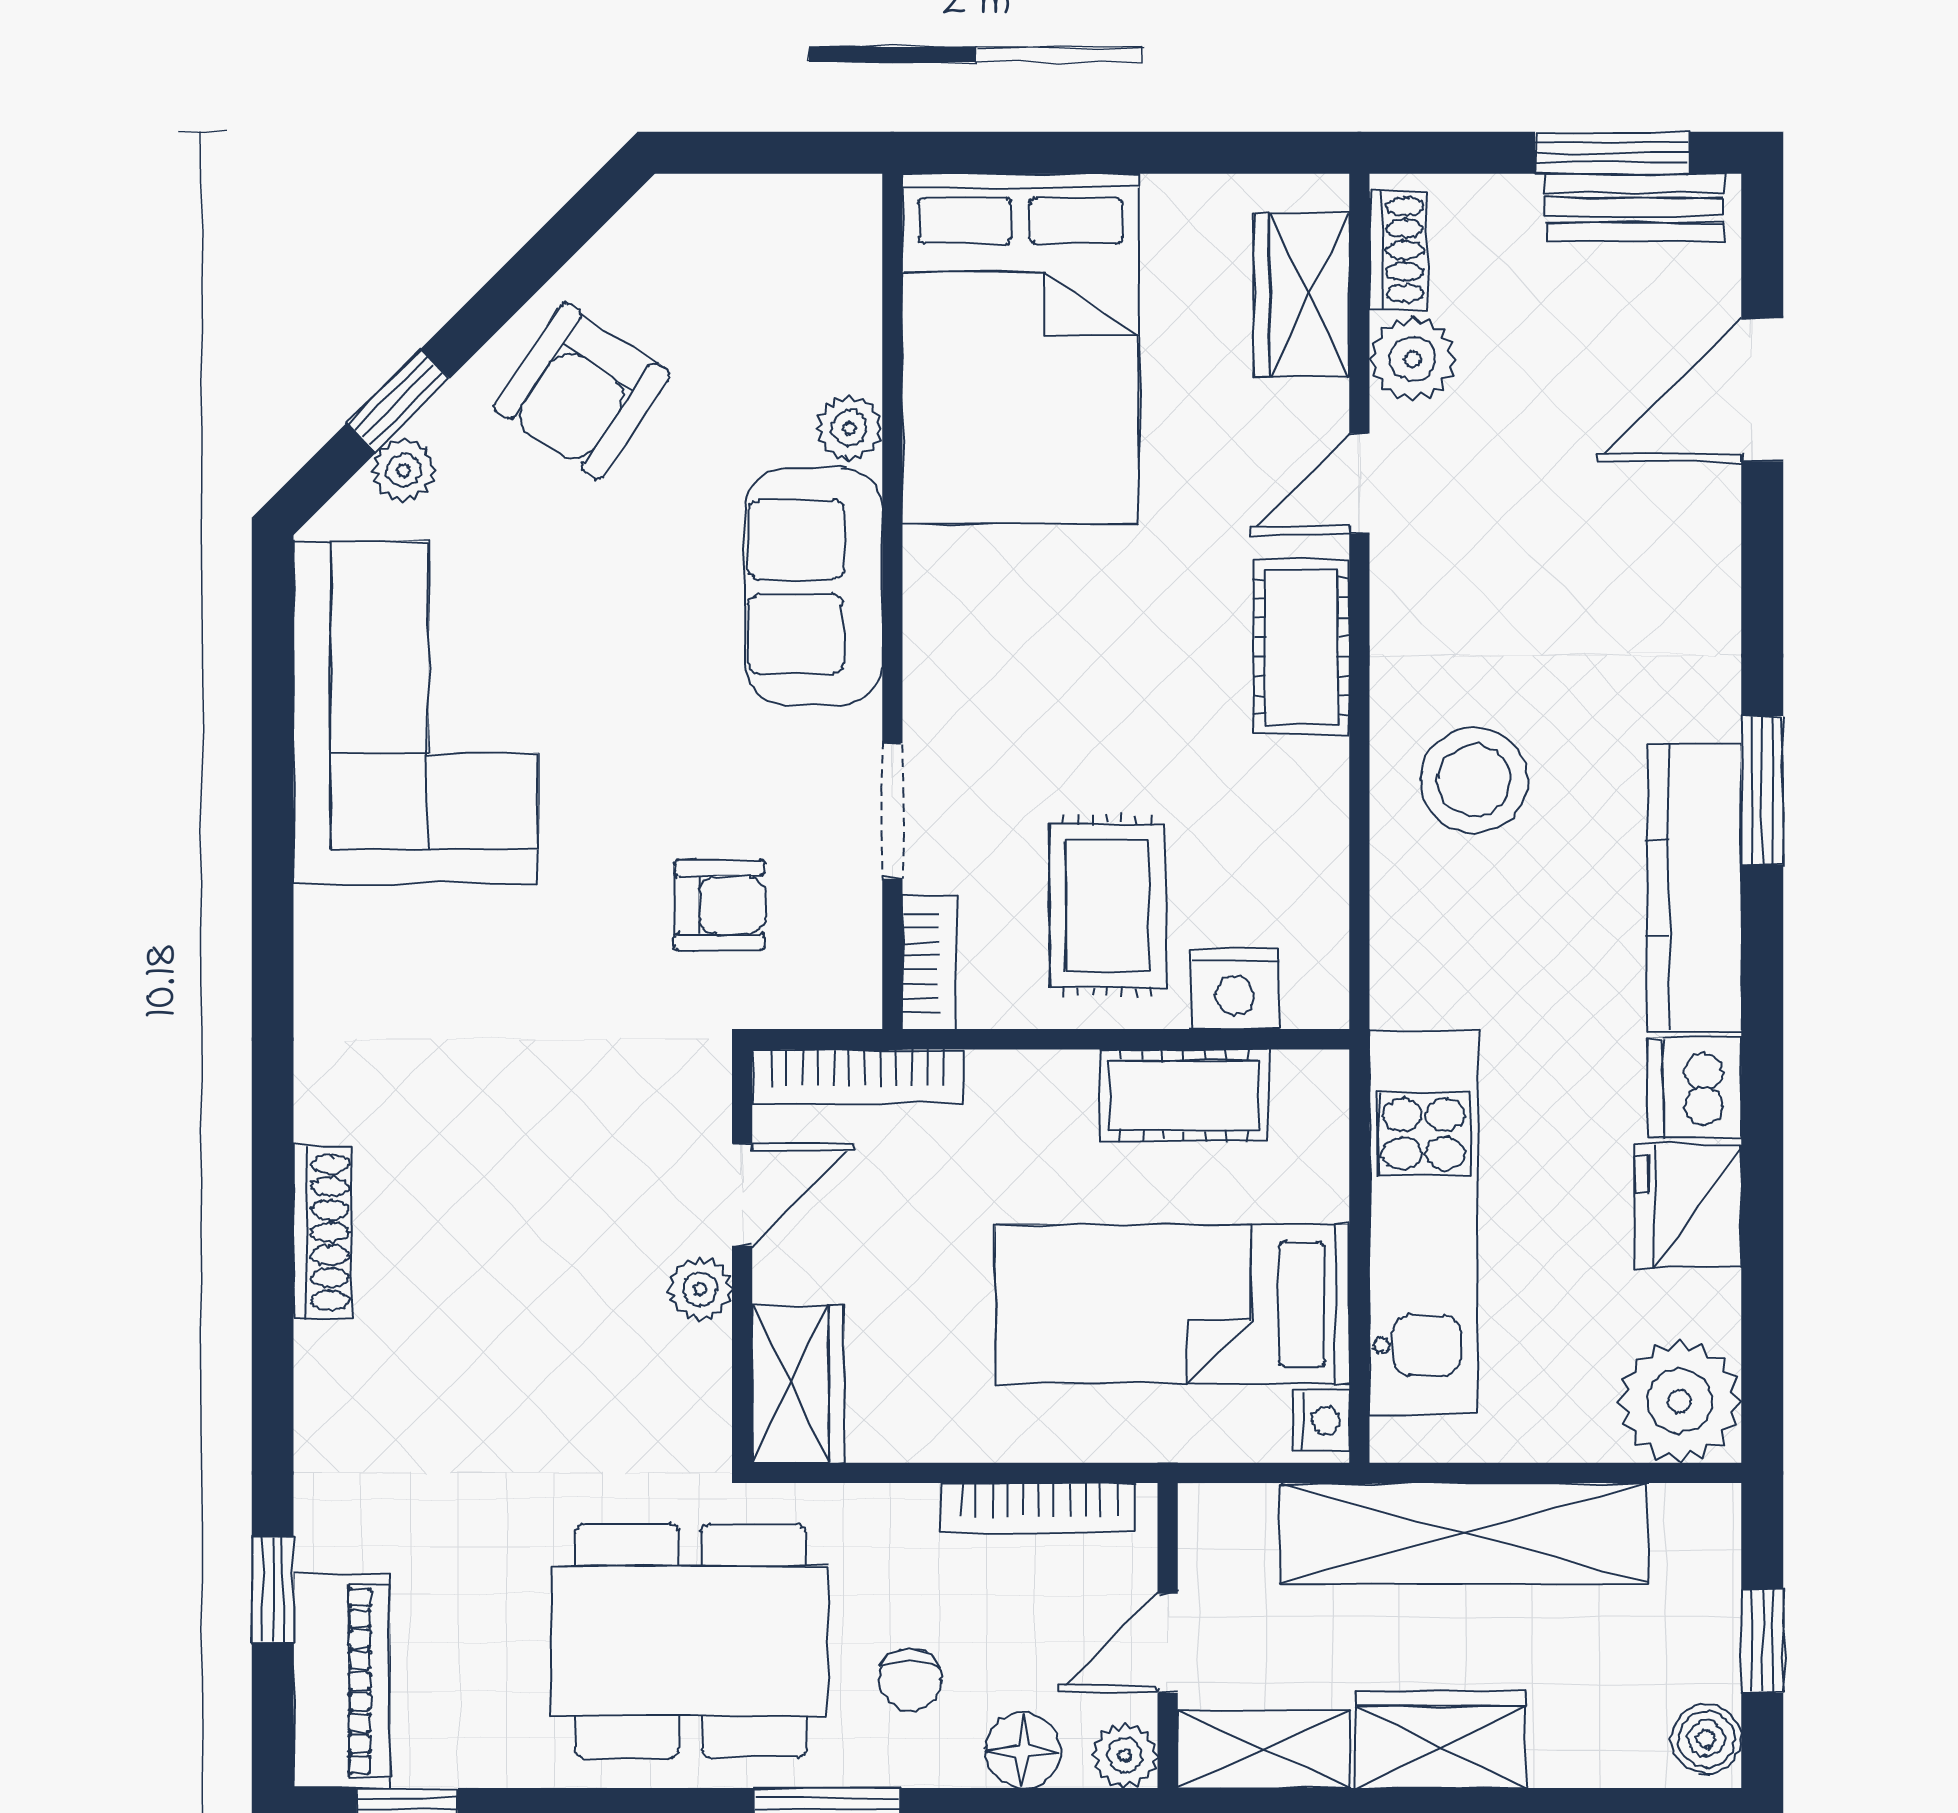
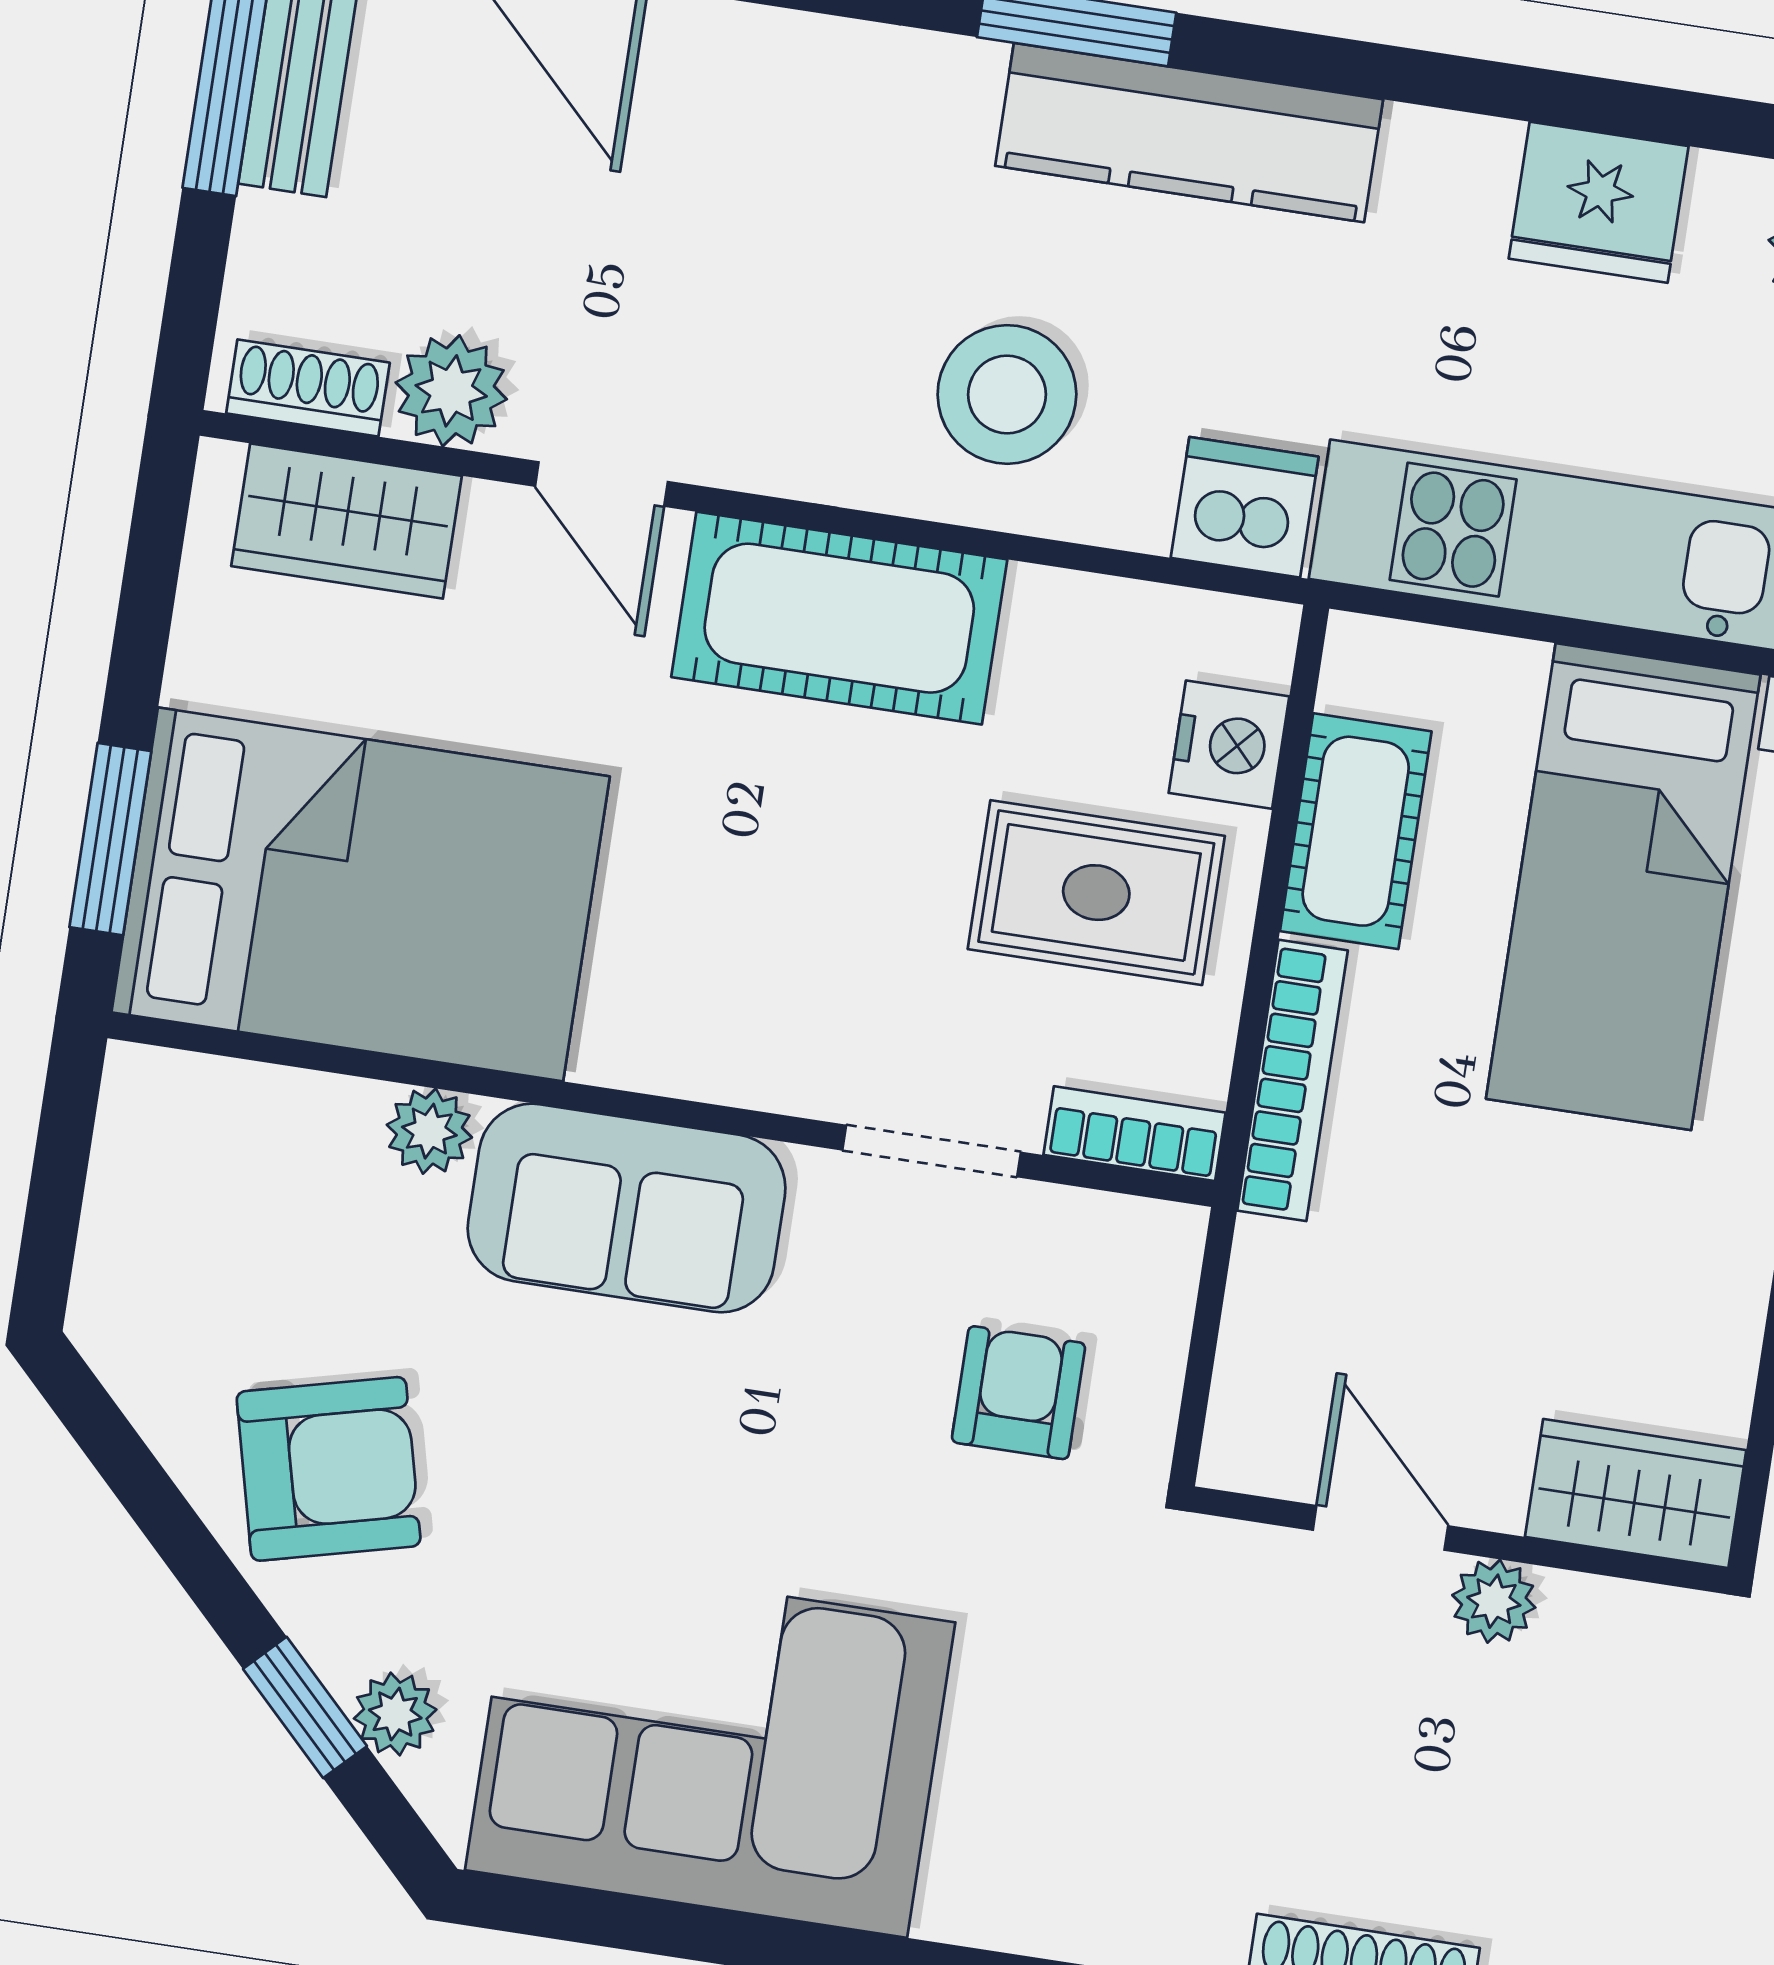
window: (1033, 153) -> (110, 839), added
armchair: (582, 391) -> (329, 1469), turned -48
cot: (1302, 647) -> (839, 618), width x1.37, depth x1.34
bookcase: (857, 1076) -> (1292, 1080), moved
dishwasher: (1694, 1088) -> (1245, 507), moved, turned 180
door: (742, 1195) -> (1380, 1528), moved
wall: (742, 1256) -> (1460, 1540), moved
plant: (700, 1289) -> (1494, 1601), moved
wardrobe: (798, 1384) -> (1636, 1493), moved

